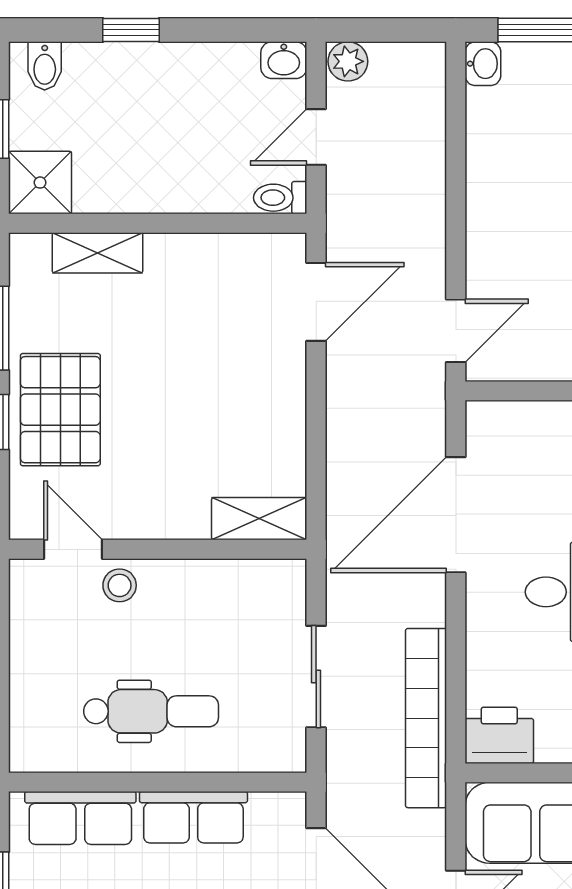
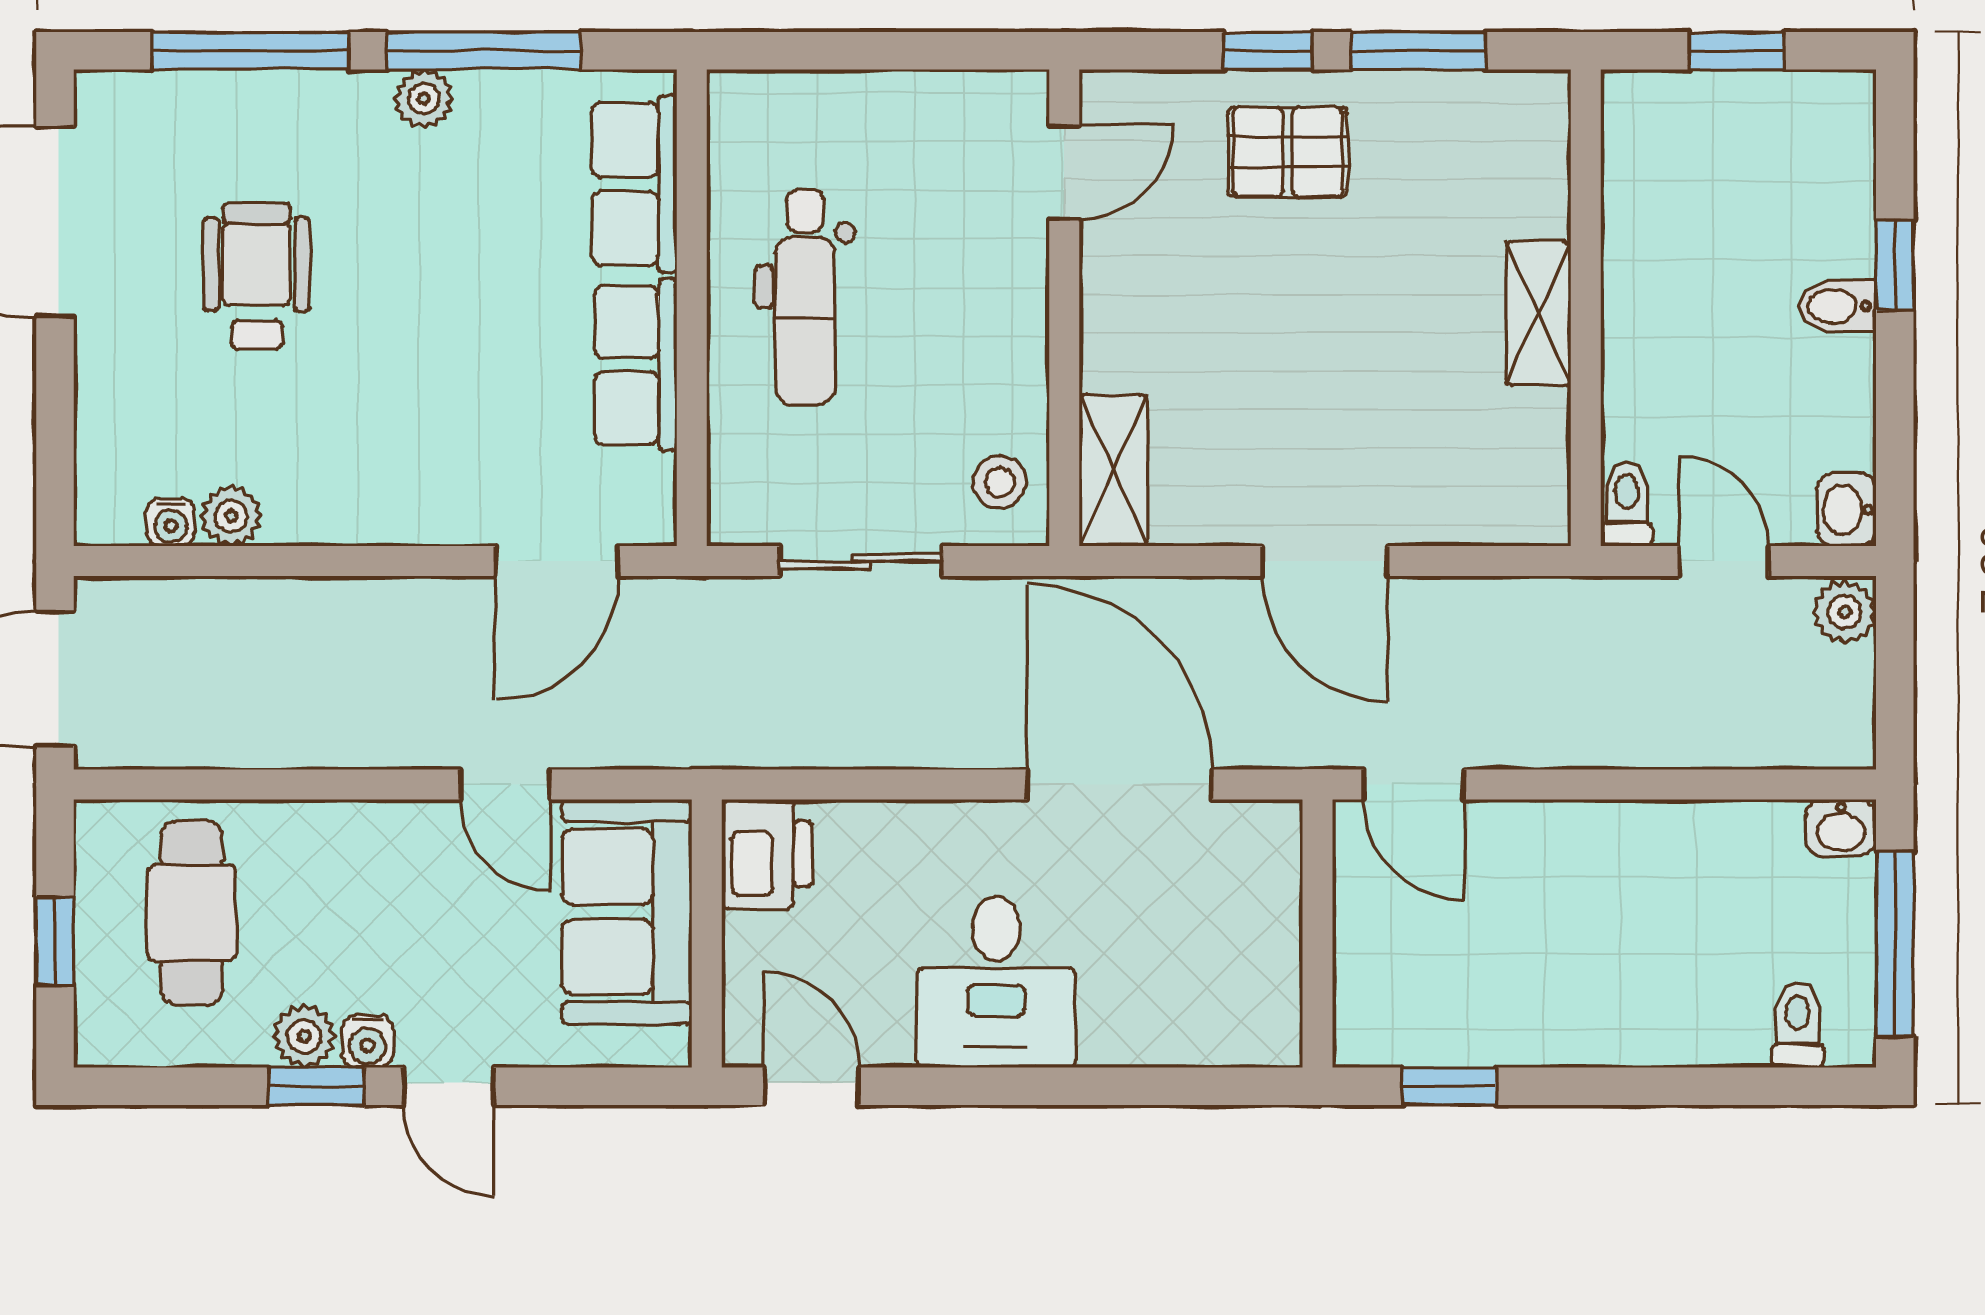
bidet: (45, 66) -> (1837, 306), moved
shower: (40, 183) -> (1651, 120), removed
shelving: (98, 253) -> (1538, 313), moved
door: (316, 302) -> (1325, 561), moved
pallet: (60, 410) -> (1288, 152), width x0.67, depth x0.71
stool: (120, 585) -> (999, 482), moved
bookcase: (426, 718) -> (794, 737), removed

